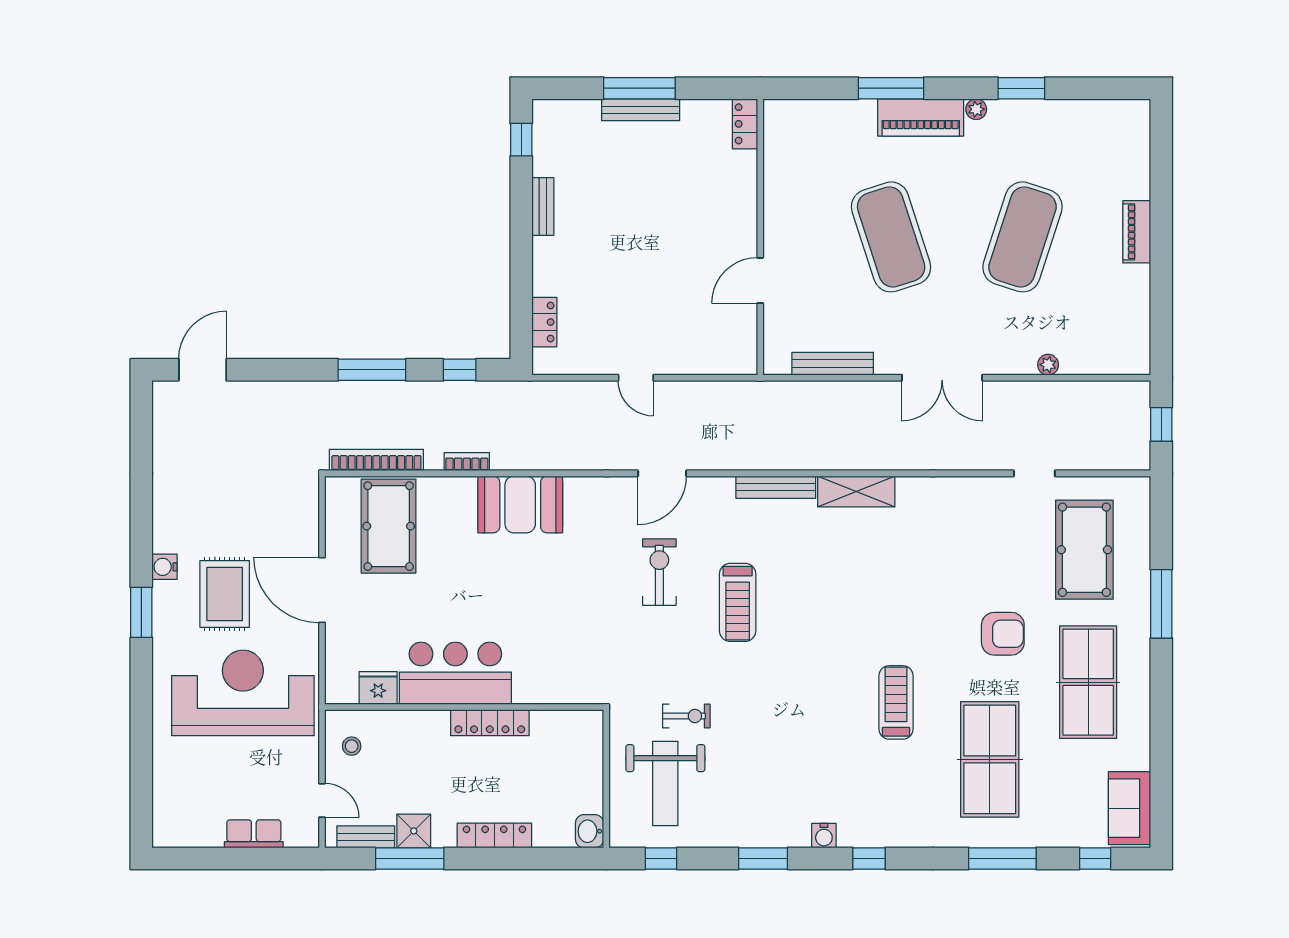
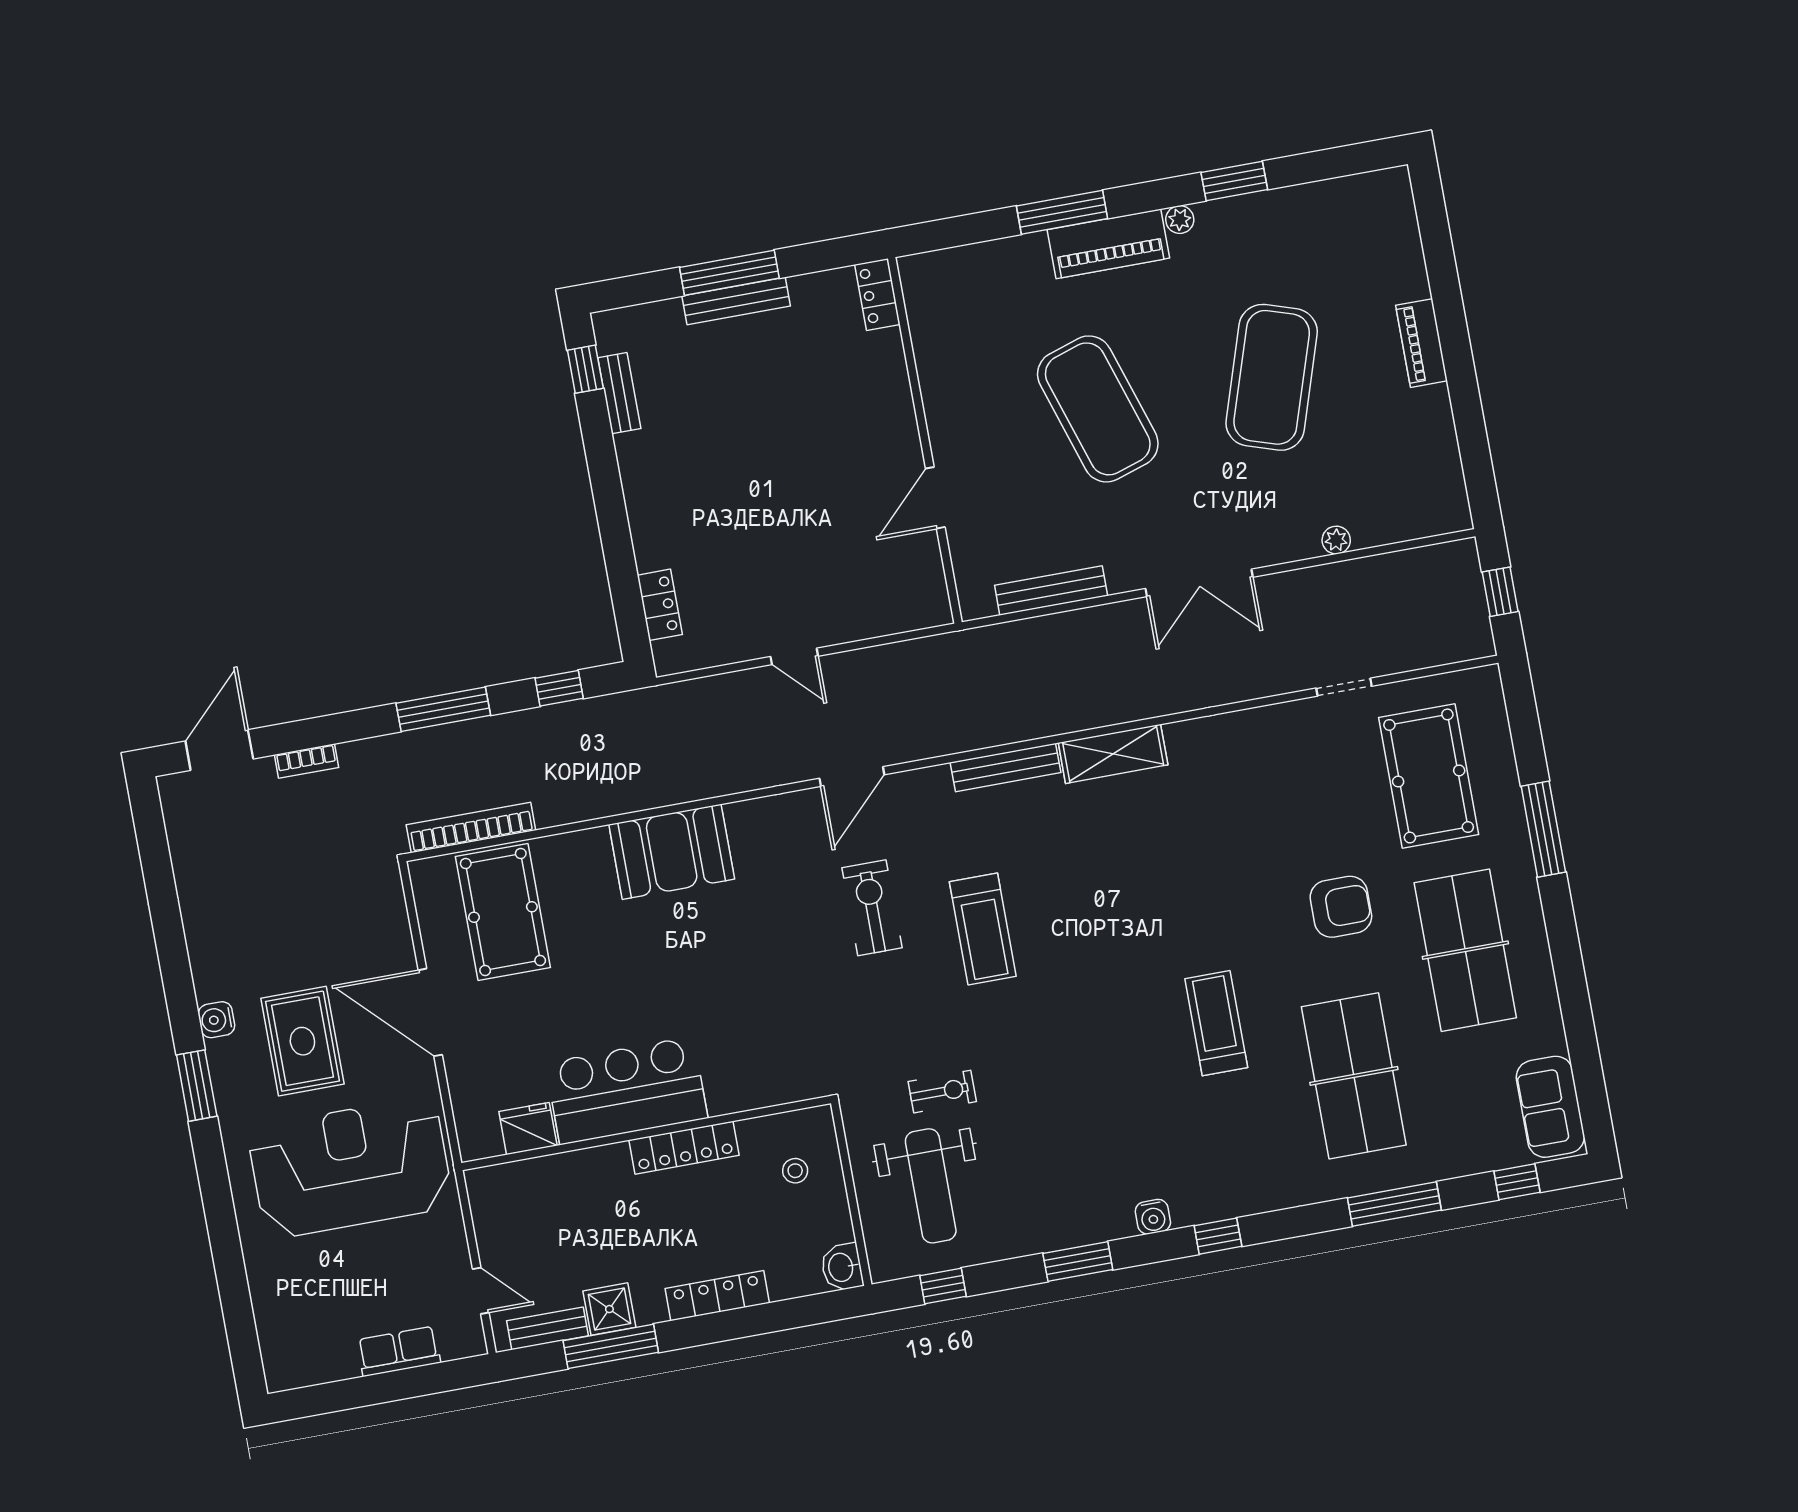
bench: (543, 206) -> (619, 393), moved
bookcase: (467, 462) -> (306, 761), moved, turned 180
stool: (352, 746) -> (795, 1171), moved

